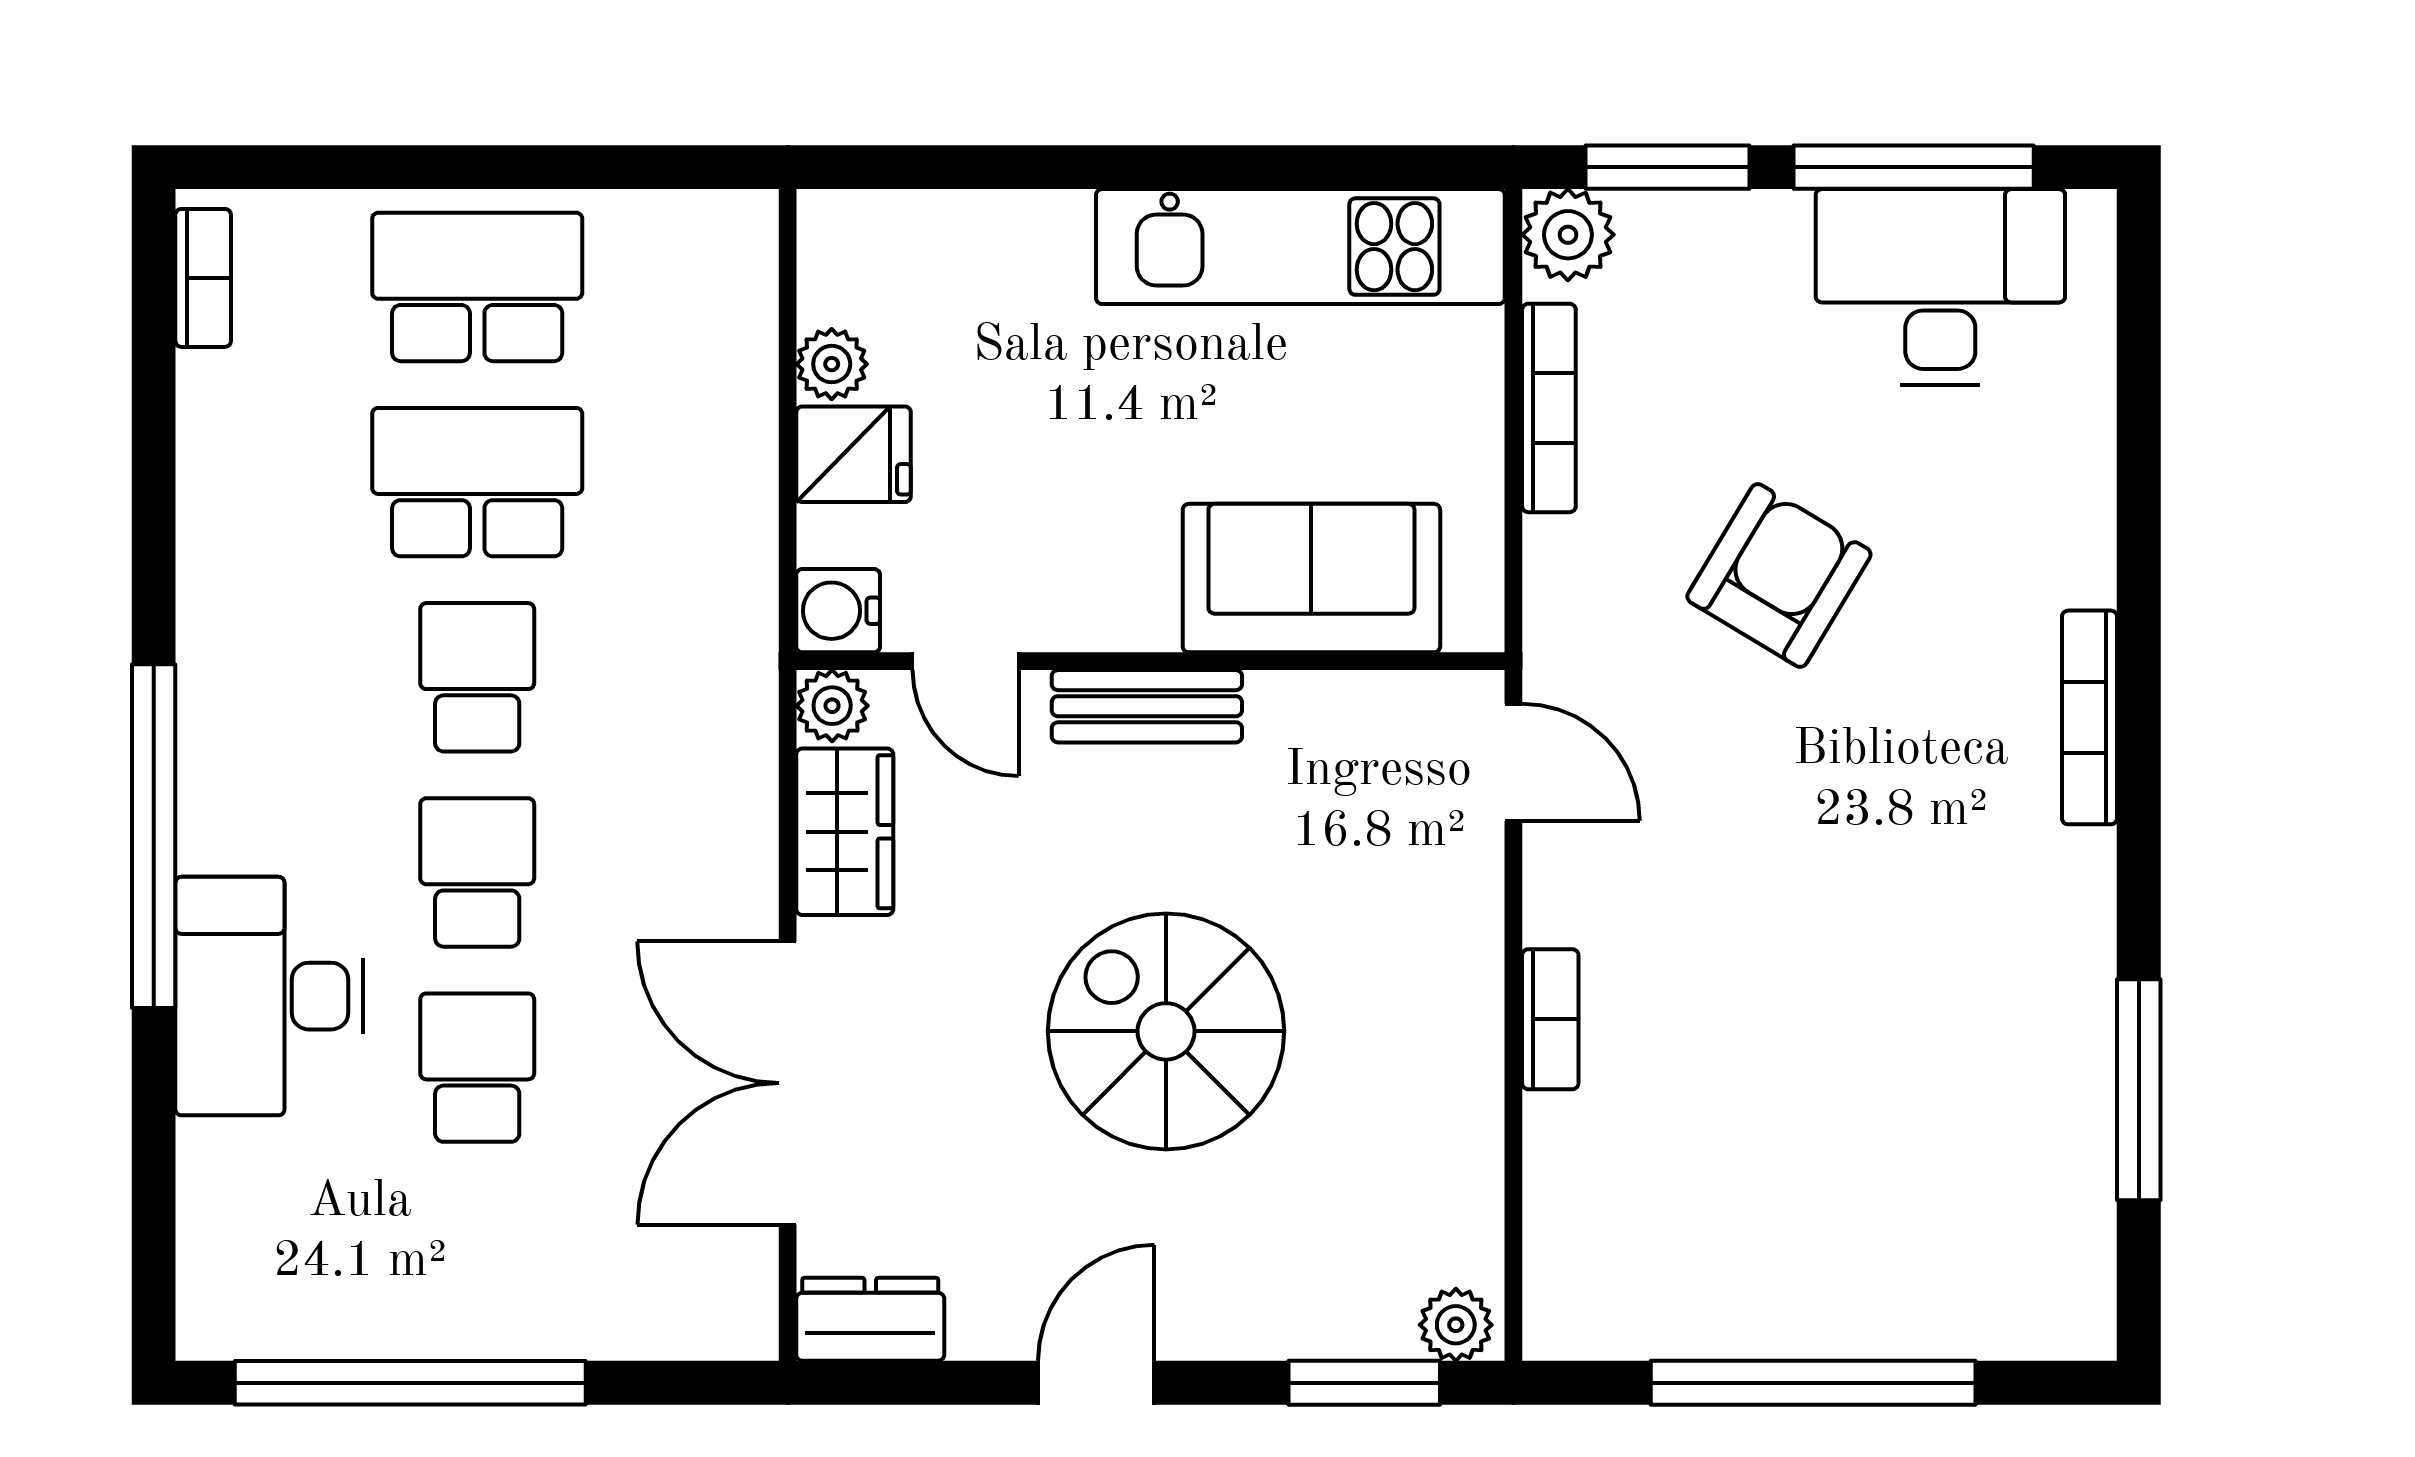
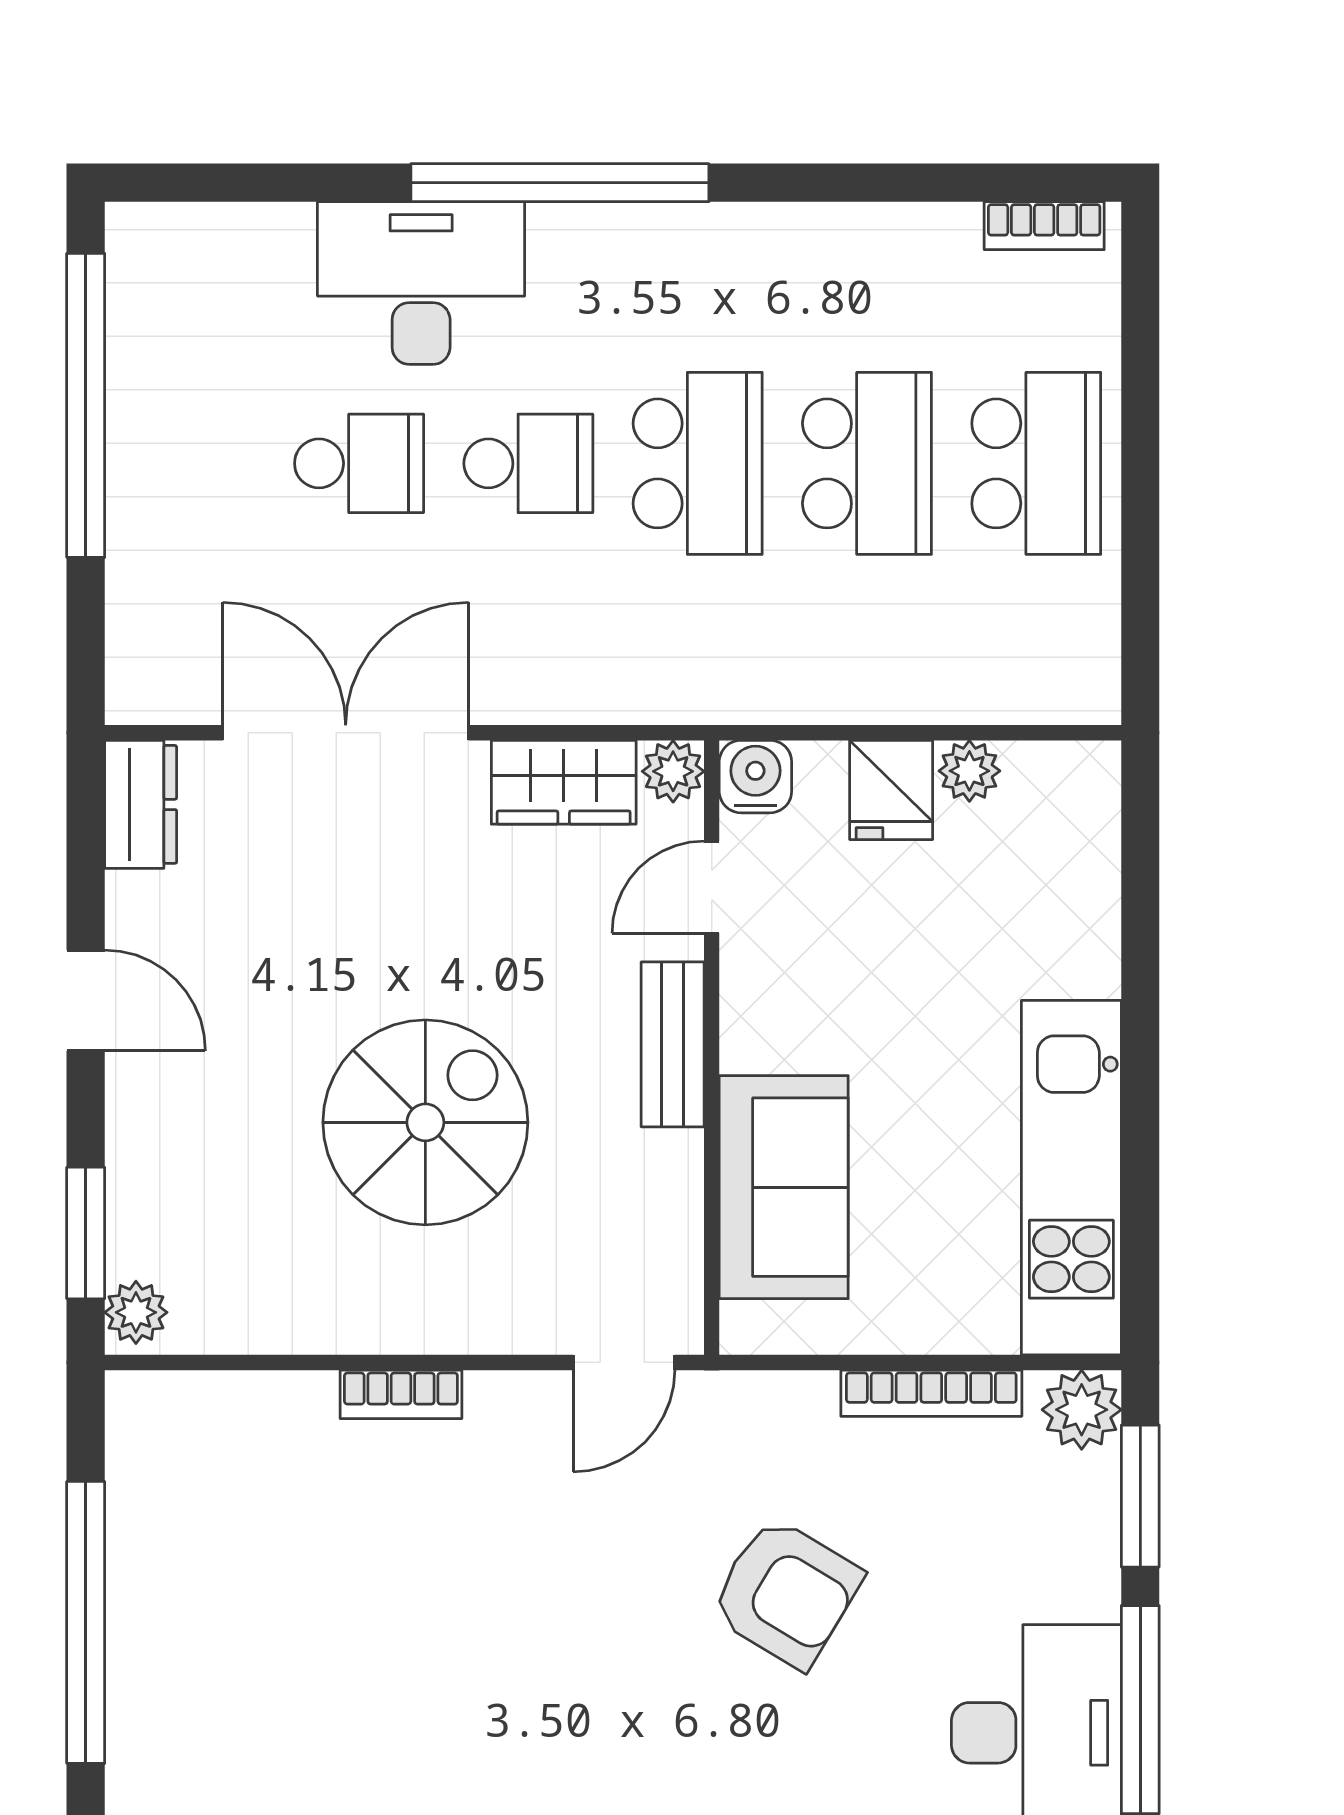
school desk: (477, 677) -> (698, 463), width x1.85
spiral stairs: (1166, 1031) -> (425, 1122), moved

